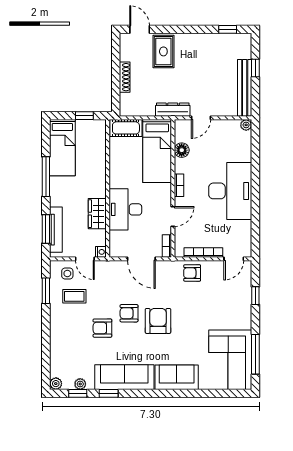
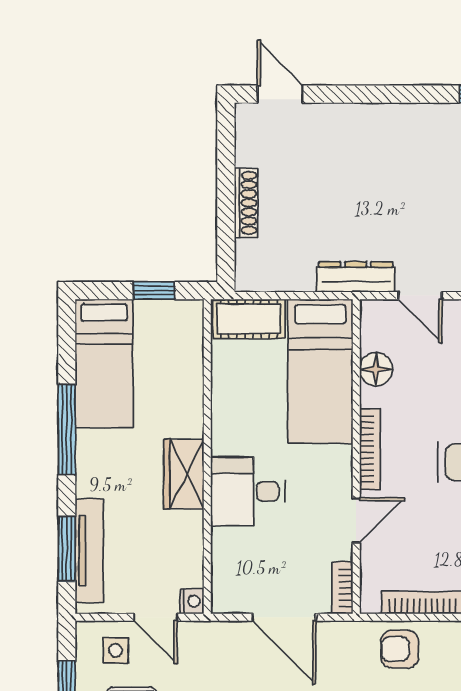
rug: (163, 51) -> (334, 144), removed
door: (201, 118) -> (420, 296), hinge flipped
bookcase: (179, 185) -> (370, 449), width x1.56
desk: (125, 209) -> (248, 491), width x0.73
wardrobe: (97, 214) -> (184, 474), moved

